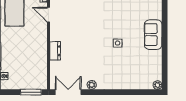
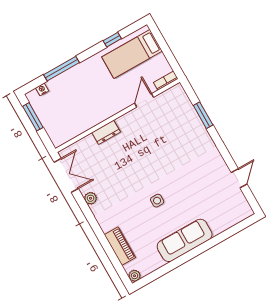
sofa: (153, 35) -> (185, 240), width x1.36
piano: (133, 84) -> (120, 246), added
window: (31, 92) -> (33, 117), moved

